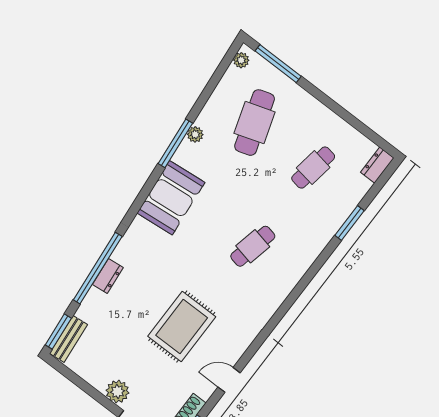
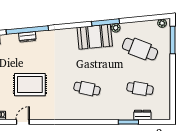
cafe table: (255, 123) -> (140, 49), turned 39
dresser: (377, 165) -> (142, 115), moved
booth: (171, 198) -> (95, 37), moved
door: (229, 380) -> (23, 122), hinge flipped

